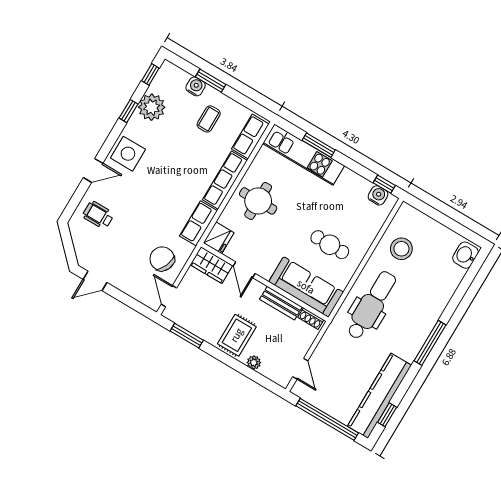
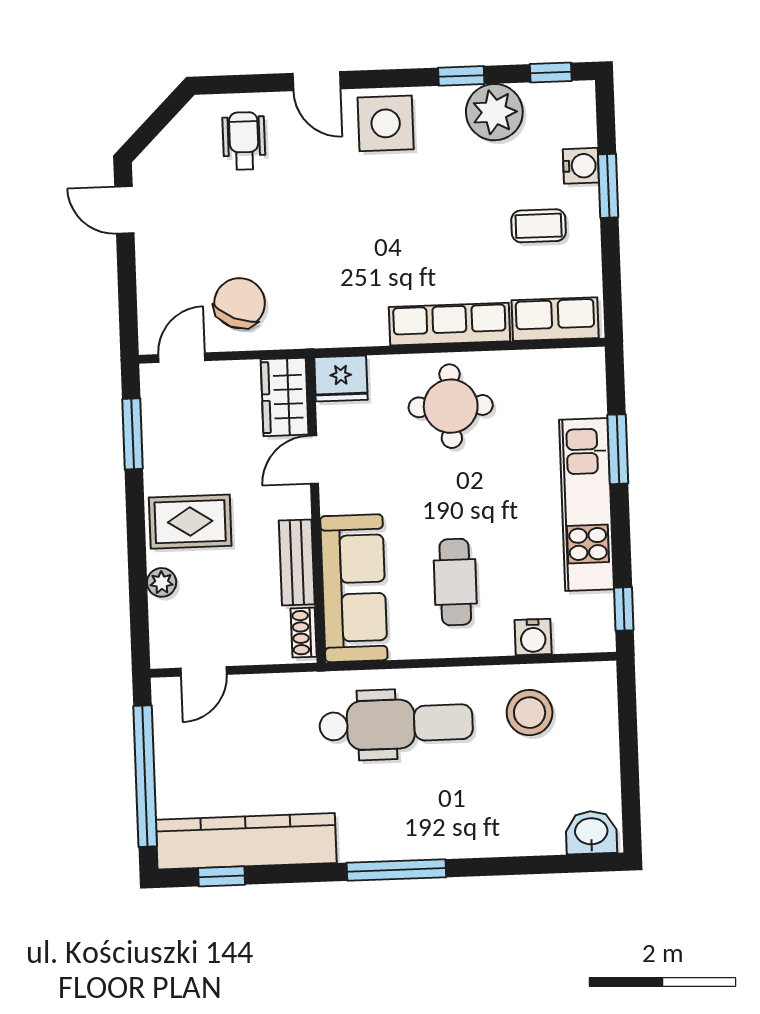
kitchen unit: (304, 155) -> (586, 505), moved
water cooler: (378, 195) -> (533, 637), moved, turned 90
row of seats: (198, 223) -> (343, 327), removed

